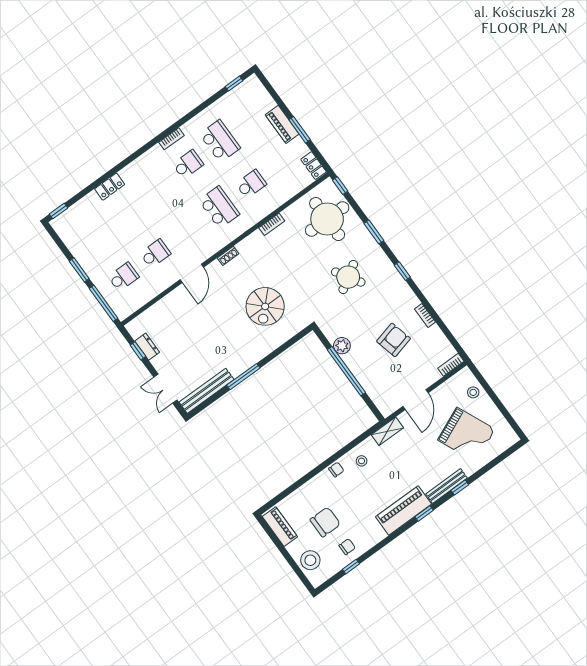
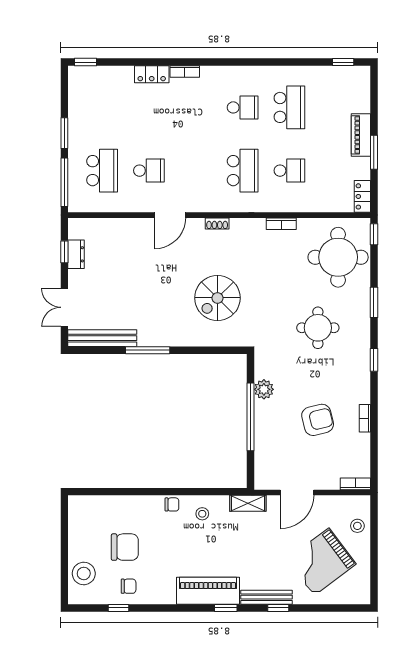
bookcase: (171, 139) -> (185, 71), moved
school desk: (123, 277) -> (102, 171), width x1.85
round table: (348, 277) -> (318, 328), turned 32
grand piano: (466, 435) -> (321, 562), turned 77
piano: (280, 527) -> (78, 520), removed

